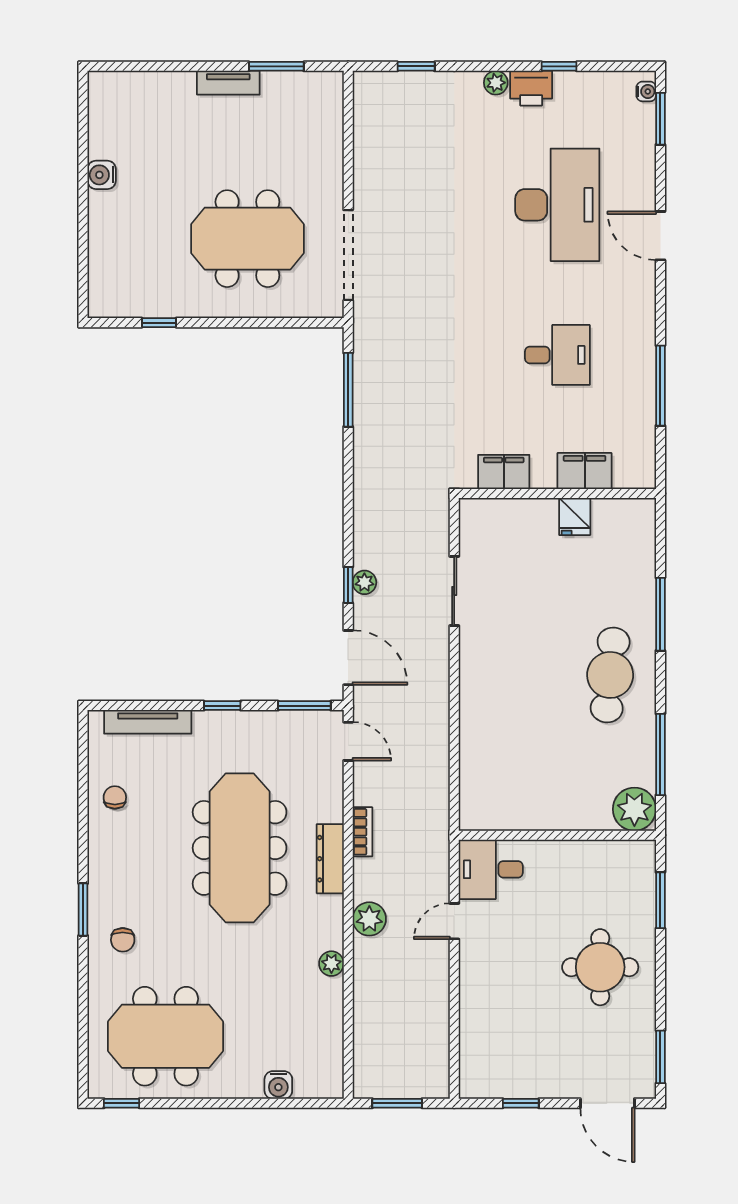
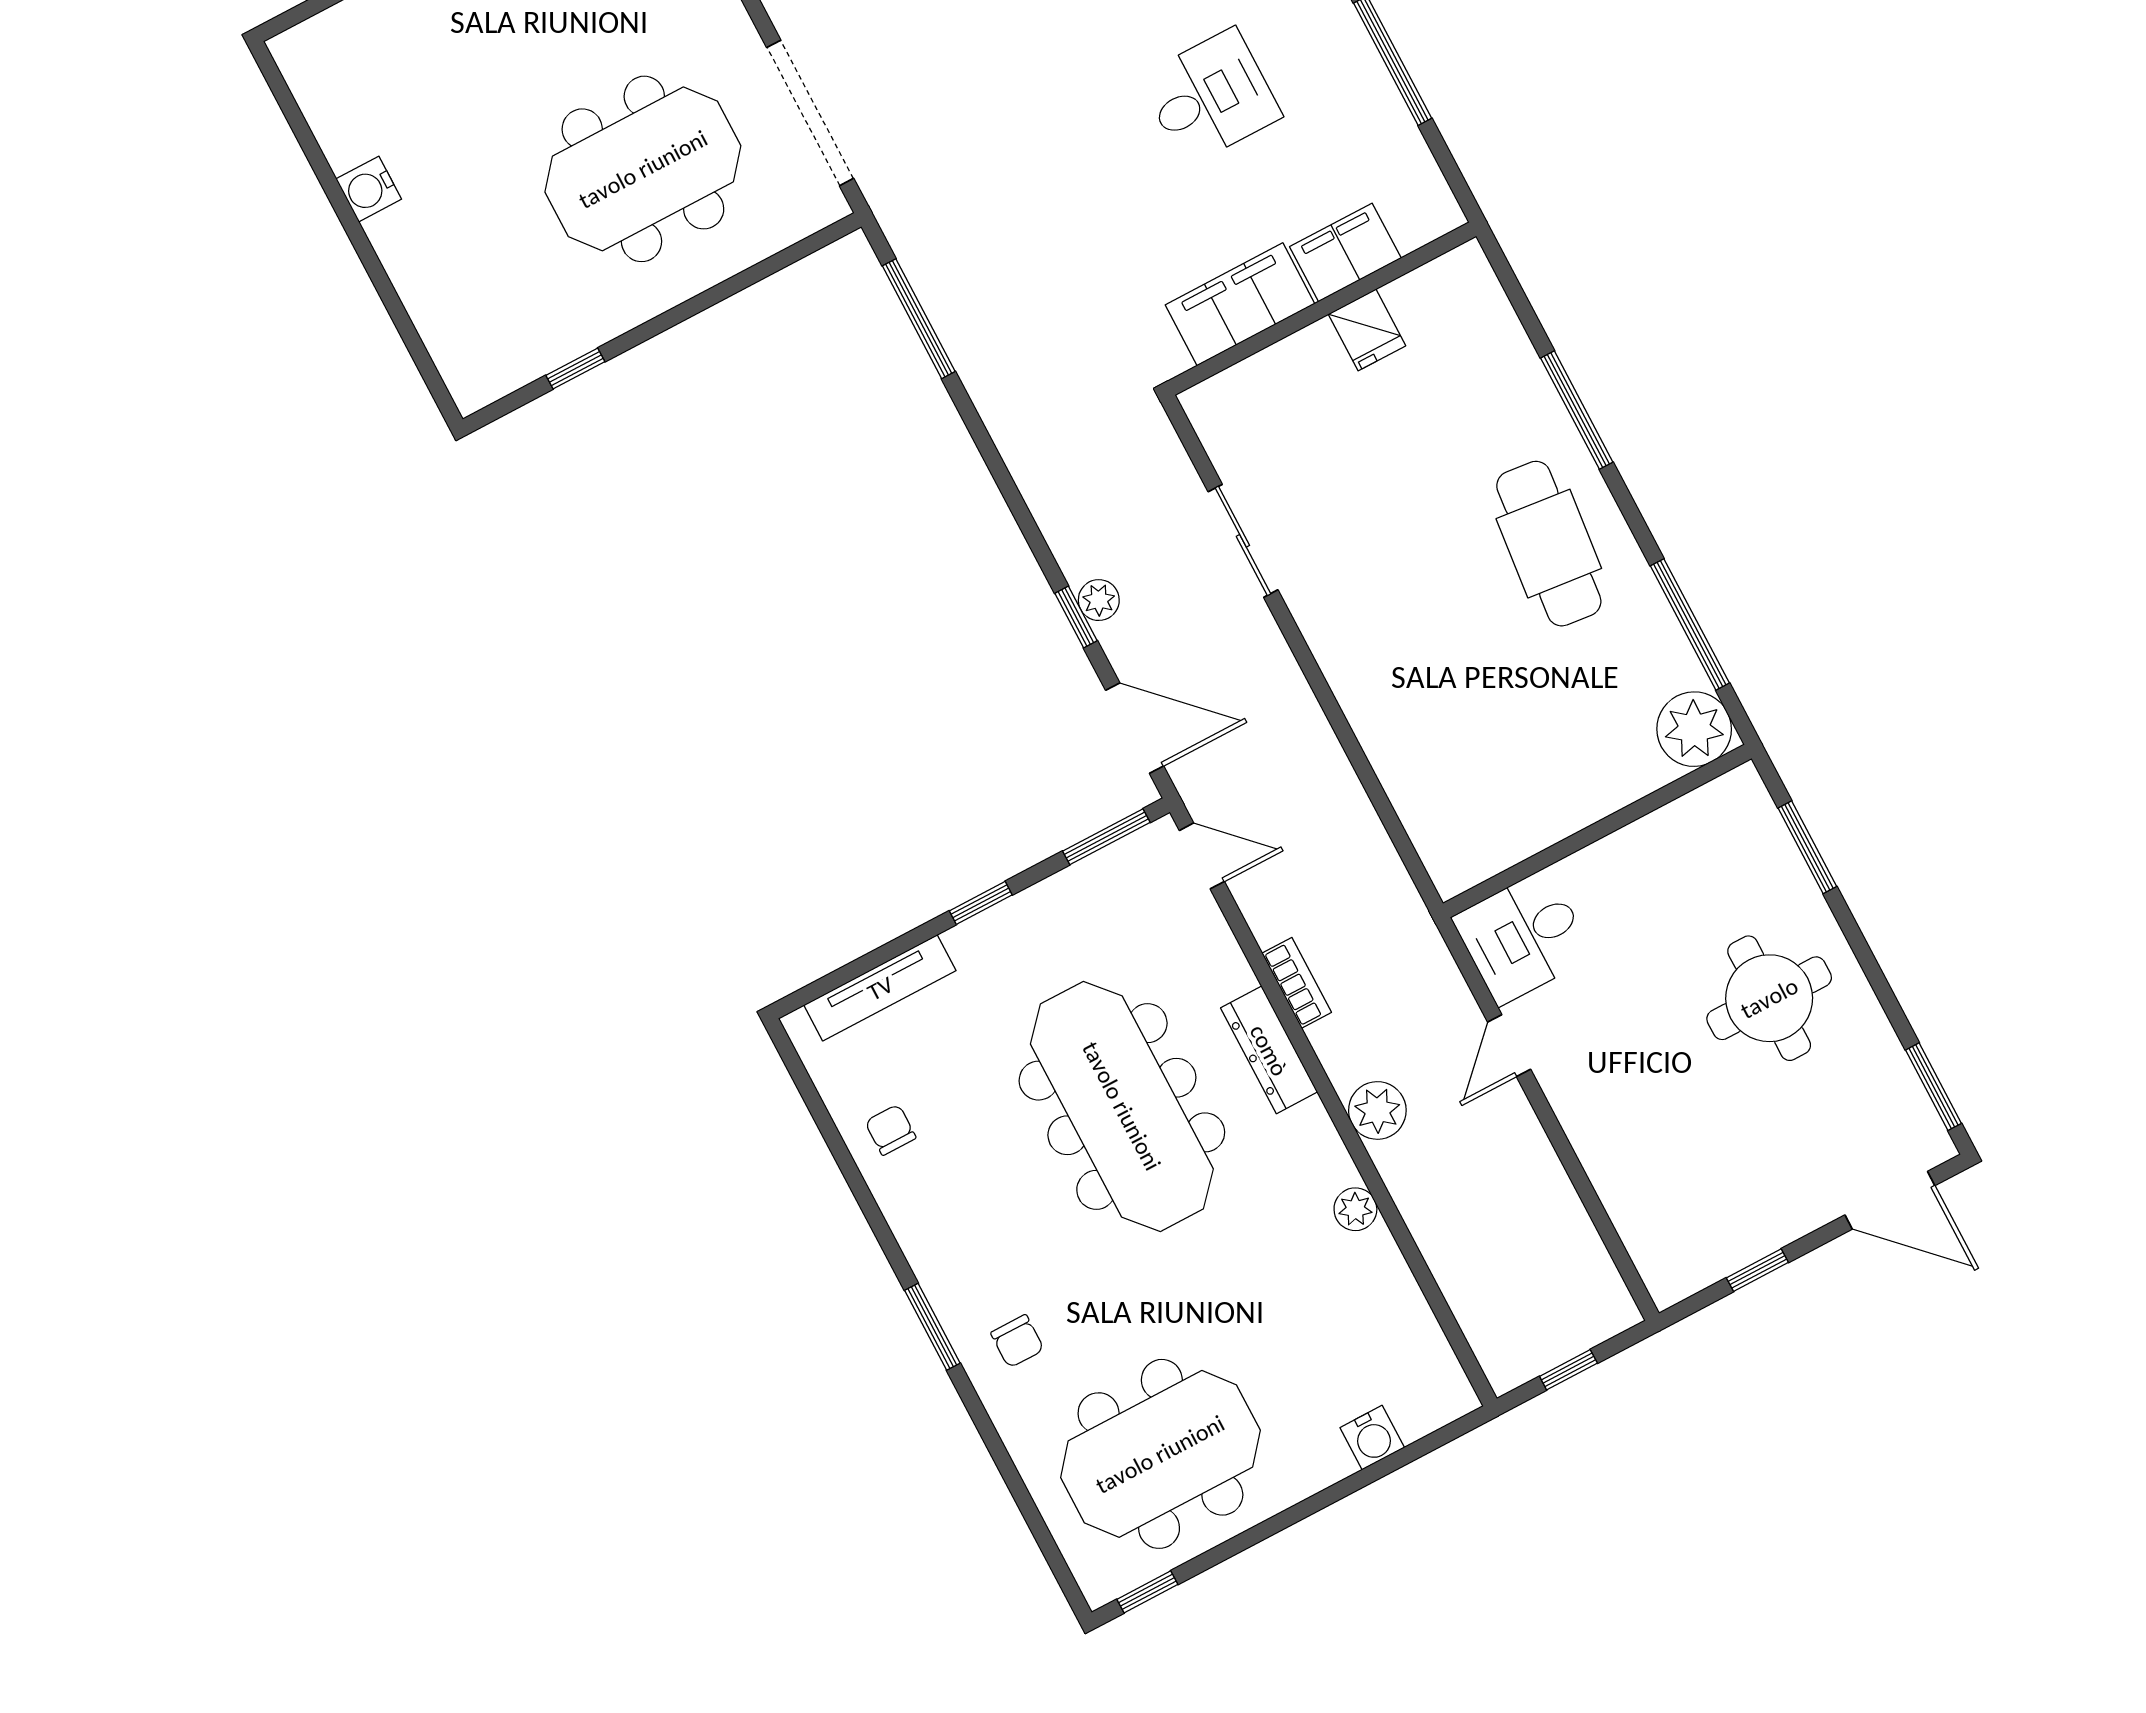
filing cabinet: (504, 472) -> (1240, 304), width x1.50, depth x1.17
window: (397, 1103) -> (1568, 1370), width x0.67

